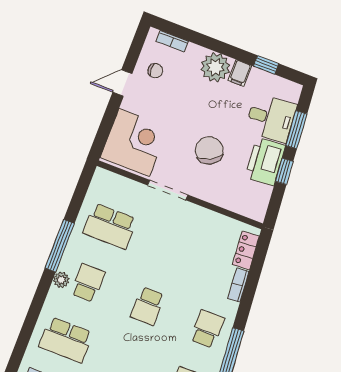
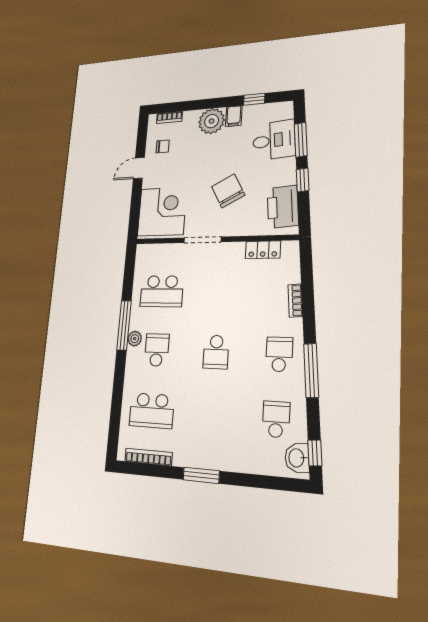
printer: (265, 161) -> (283, 207), moved
locker: (246, 250) -> (263, 250), moved, turned -85
plant: (61, 280) -> (135, 339), moved

